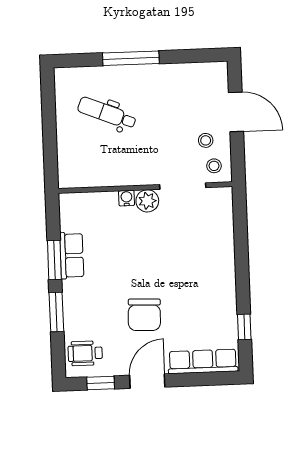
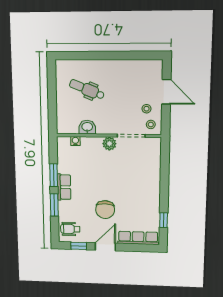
window: (131, 58) -> (103, 56), removed
washbasin: (109, 175) -> (87, 127), added
water cooler: (126, 198) -> (75, 141), moved
row of seats: (72, 255) -> (64, 187), moved

